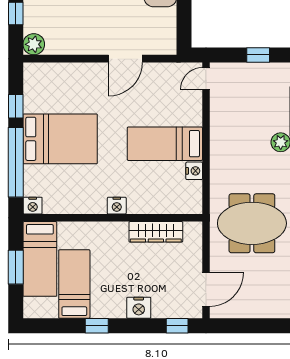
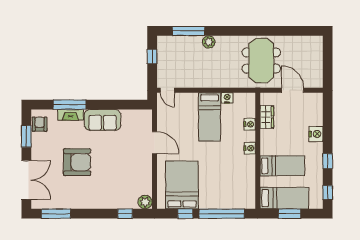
bed: (60, 139) -> (182, 185), moved
nightstand: (33, 206) -> (250, 124), moved
wardrobe: (156, 232) -> (267, 117), width x0.67
bed: (74, 284) -> (282, 166), moved, turned 180
door: (206, 289) -> (293, 90), moved
window: (177, 326) -> (328, 193), moved

